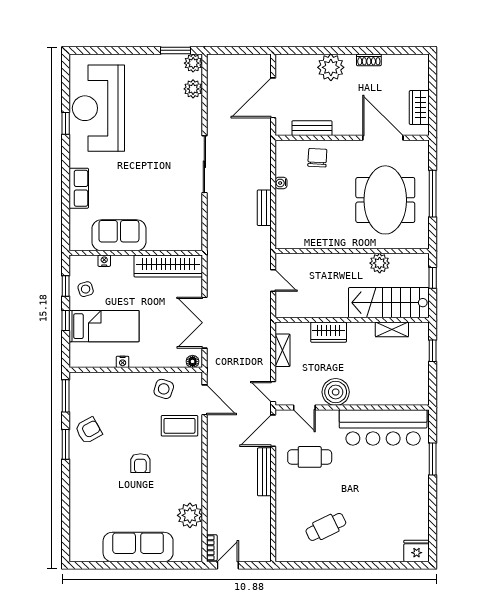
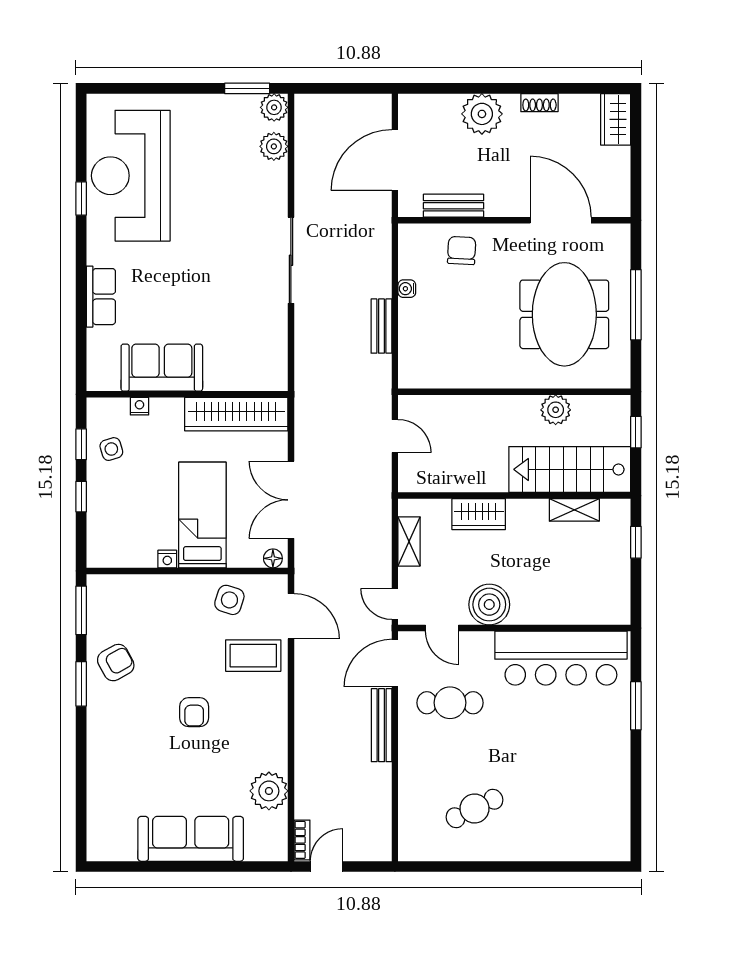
wardrobe: (419, 107) -> (616, 119), moved
bed: (104, 326) -> (202, 515), moved, turned -90
fridge: (417, 551) -> (612, 845), removed

